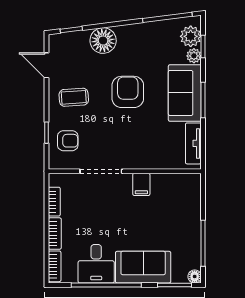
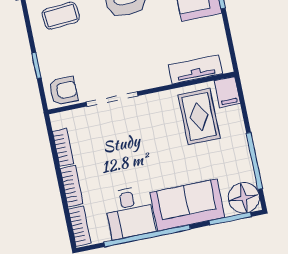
armchair: (68, 141) -> (63, 91), moved
tv unit: (193, 143) -> (195, 69), moved, turned 90
filing cabinet: (141, 184) -> (227, 92), moved
rug: (167, 199) -> (199, 116), added
floor lamp: (195, 276) -> (244, 198), width x1.89, depth x1.89

